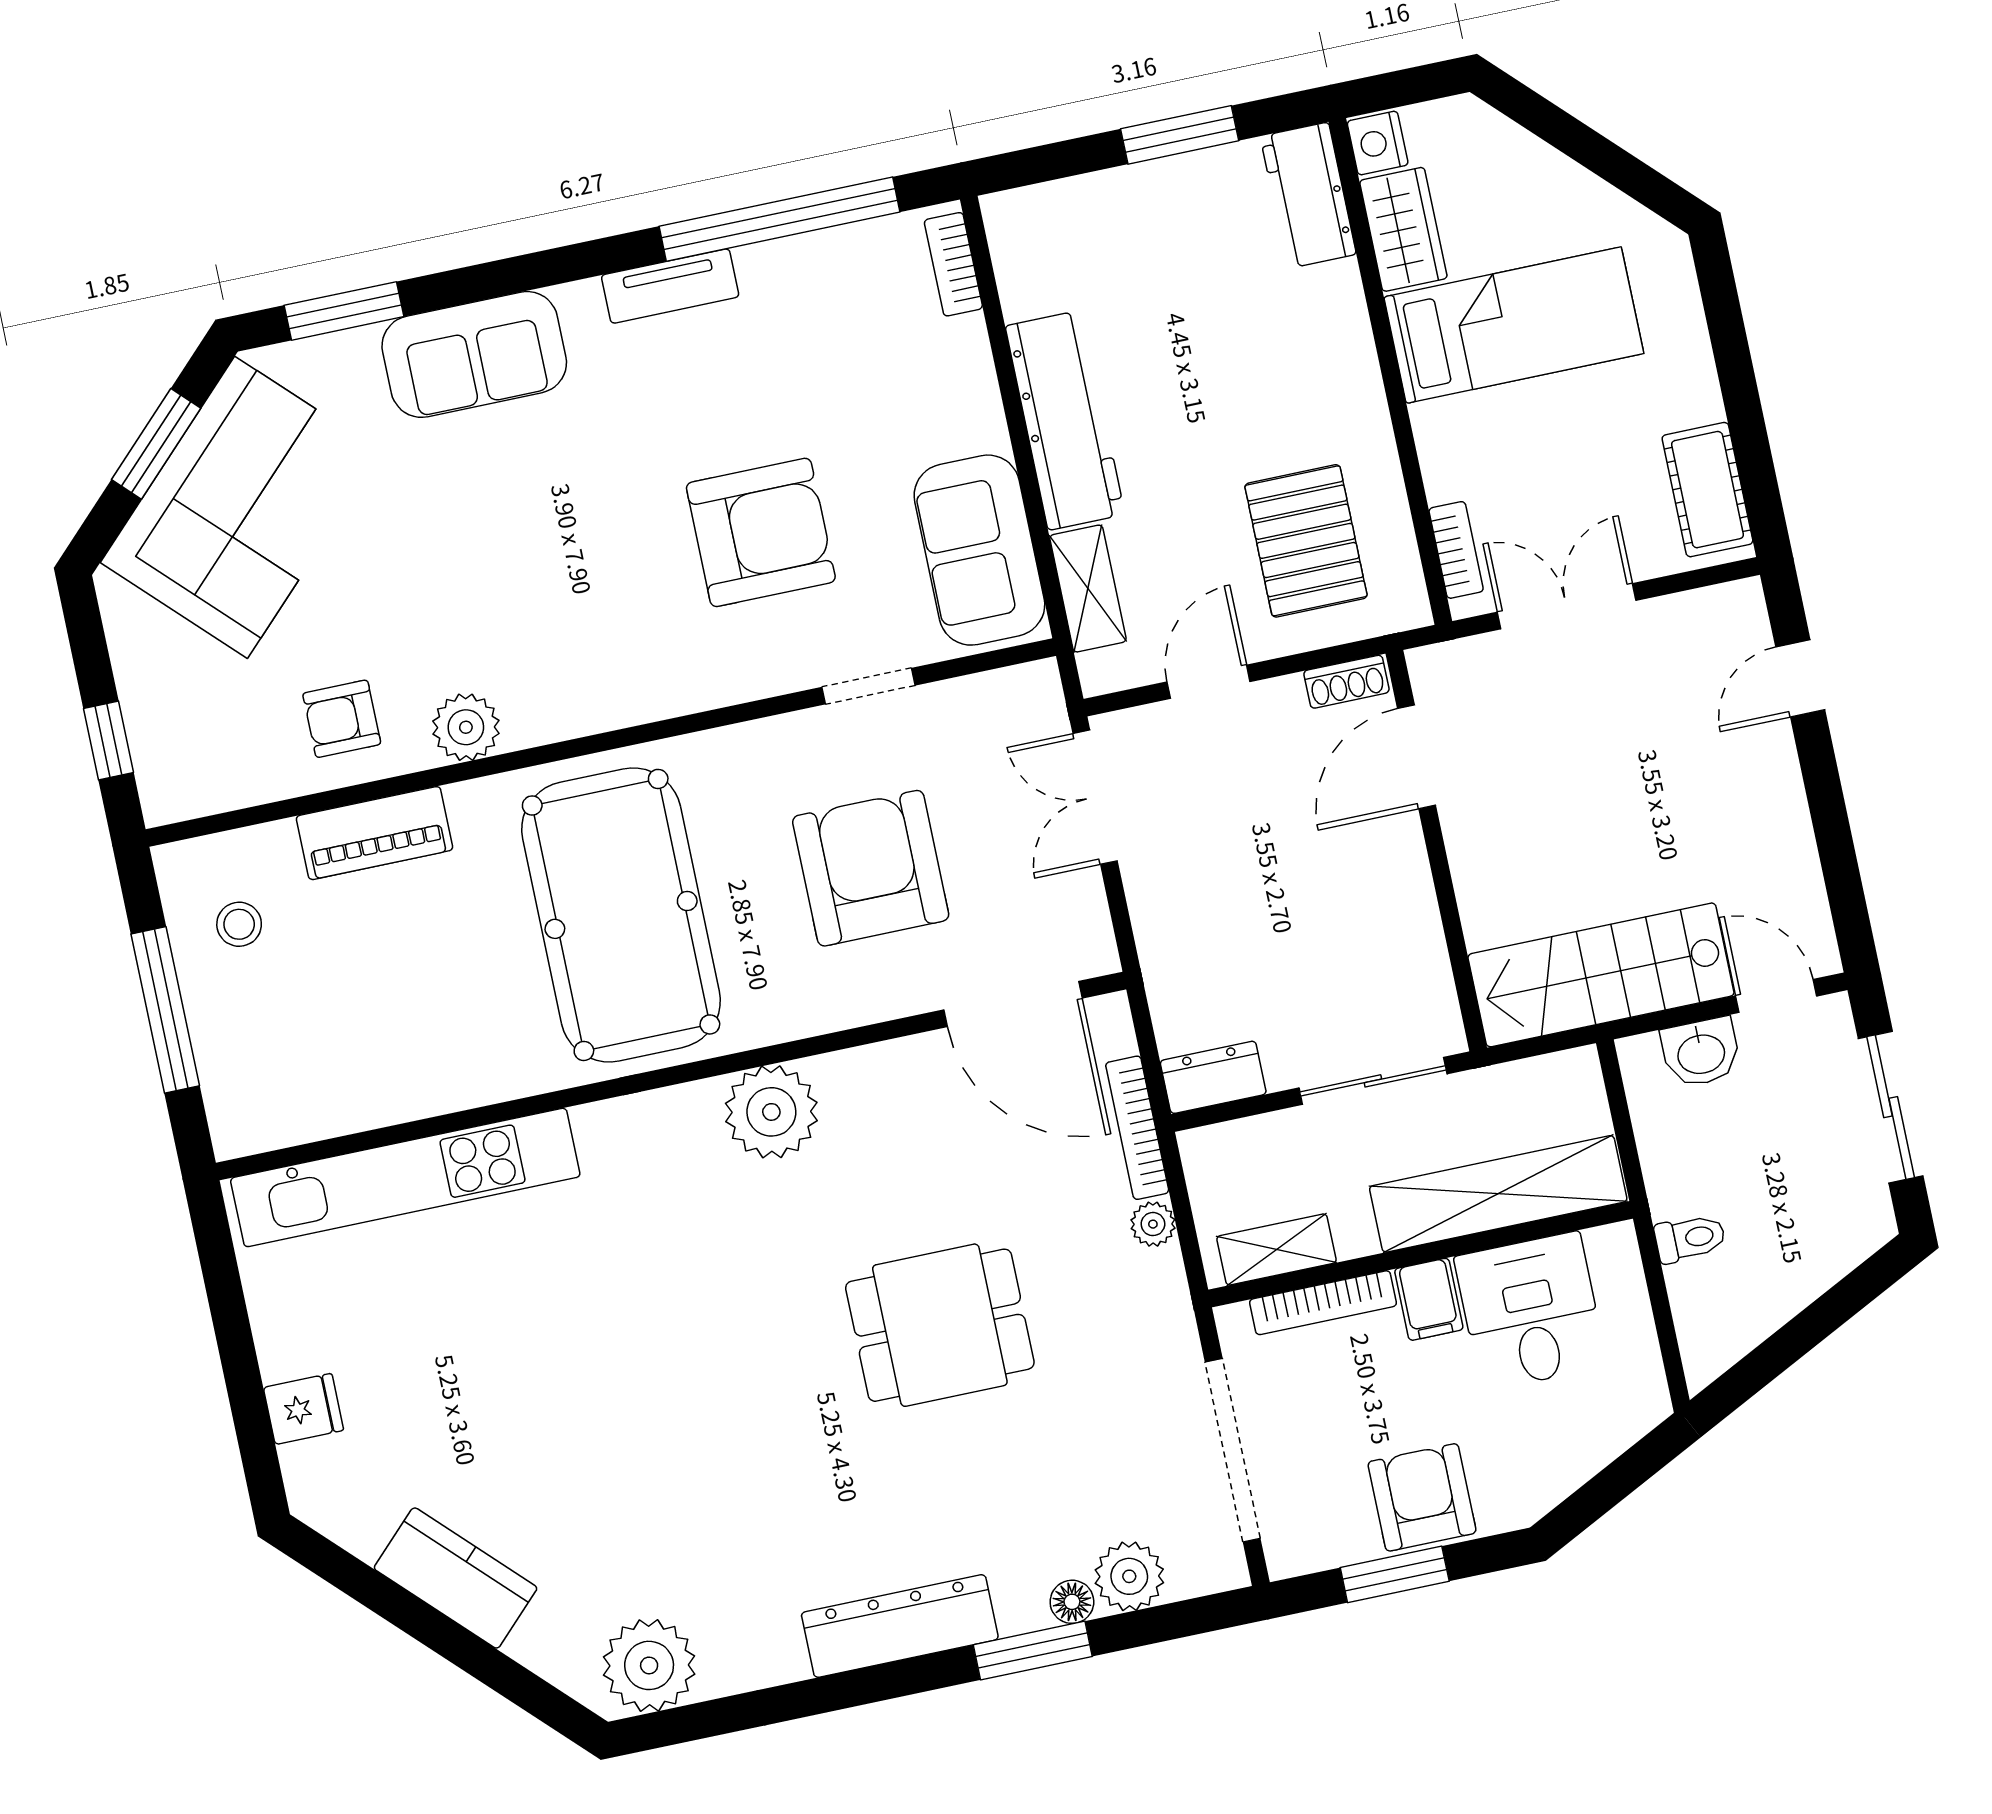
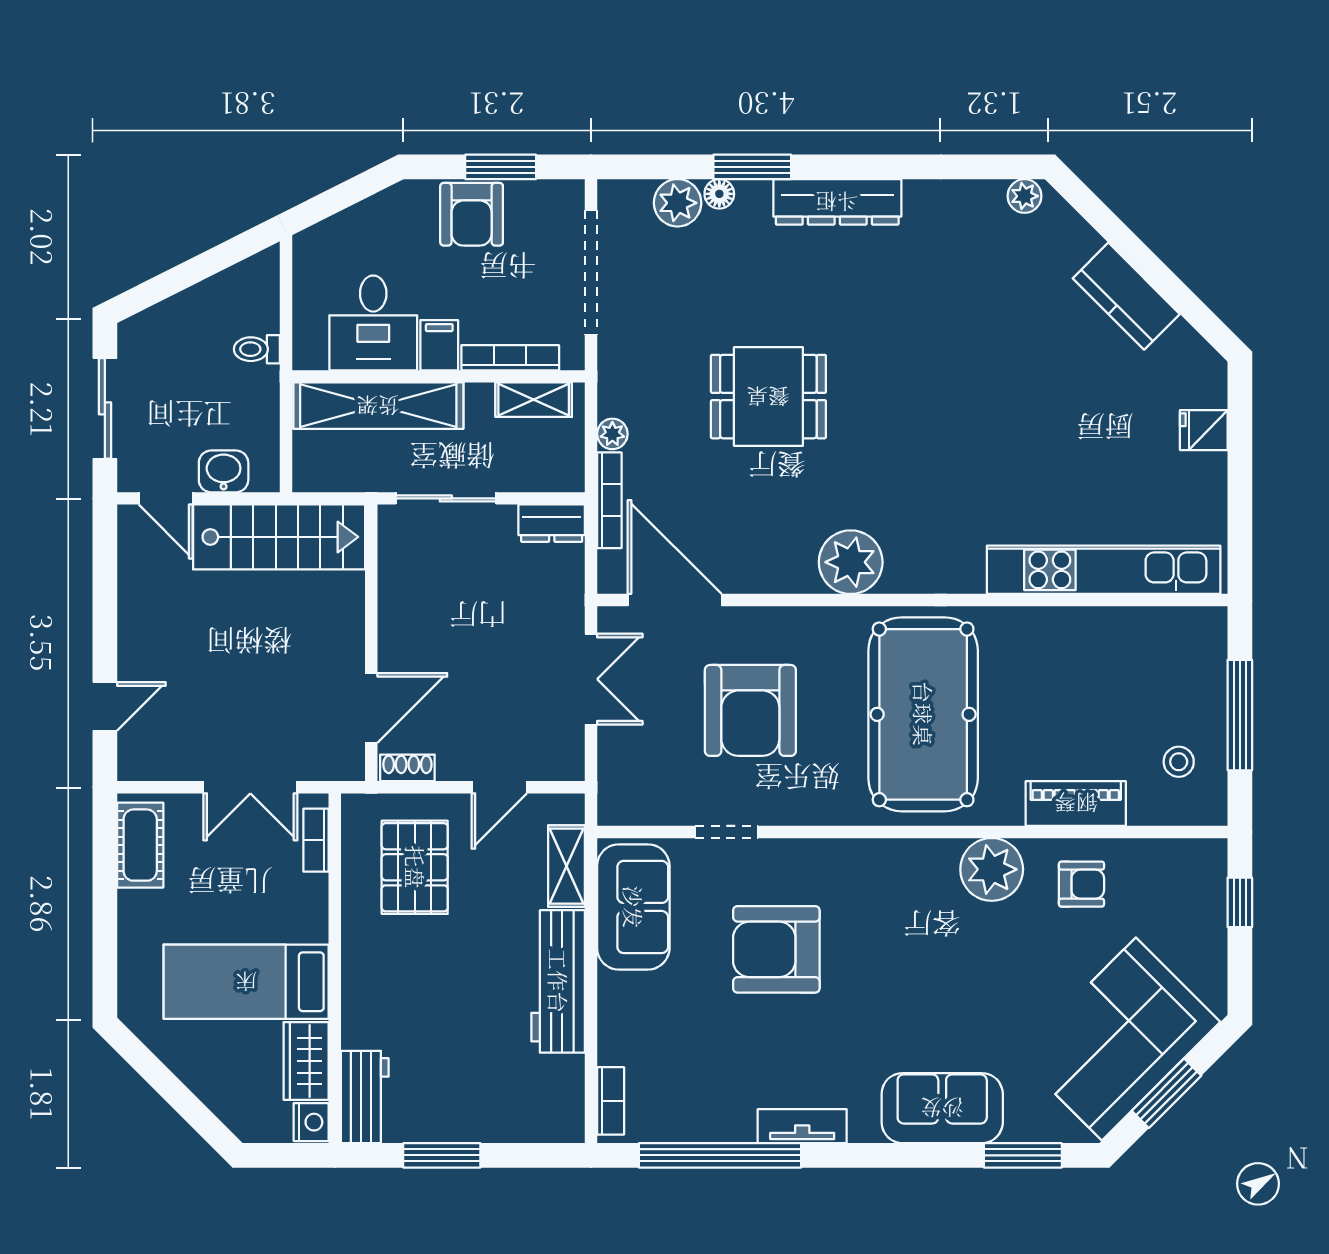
plant: (466, 727) -> (992, 869), width x1.36, depth x1.36
double door: (1095, 797) -> (591, 679), moved
plant: (649, 1665) -> (1025, 196), width x0.53, depth x0.53

